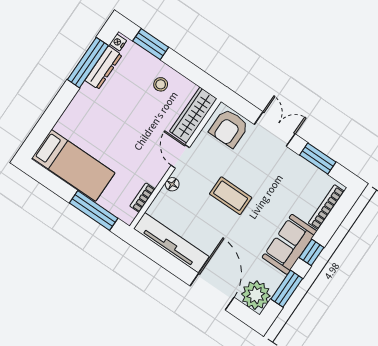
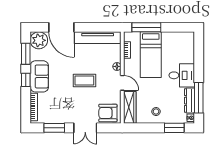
desk: (90, 110) -> (182, 75), added
armchair: (229, 128) -> (108, 113), turned -90
bed: (73, 165) -> (151, 55), moved, turned -90

